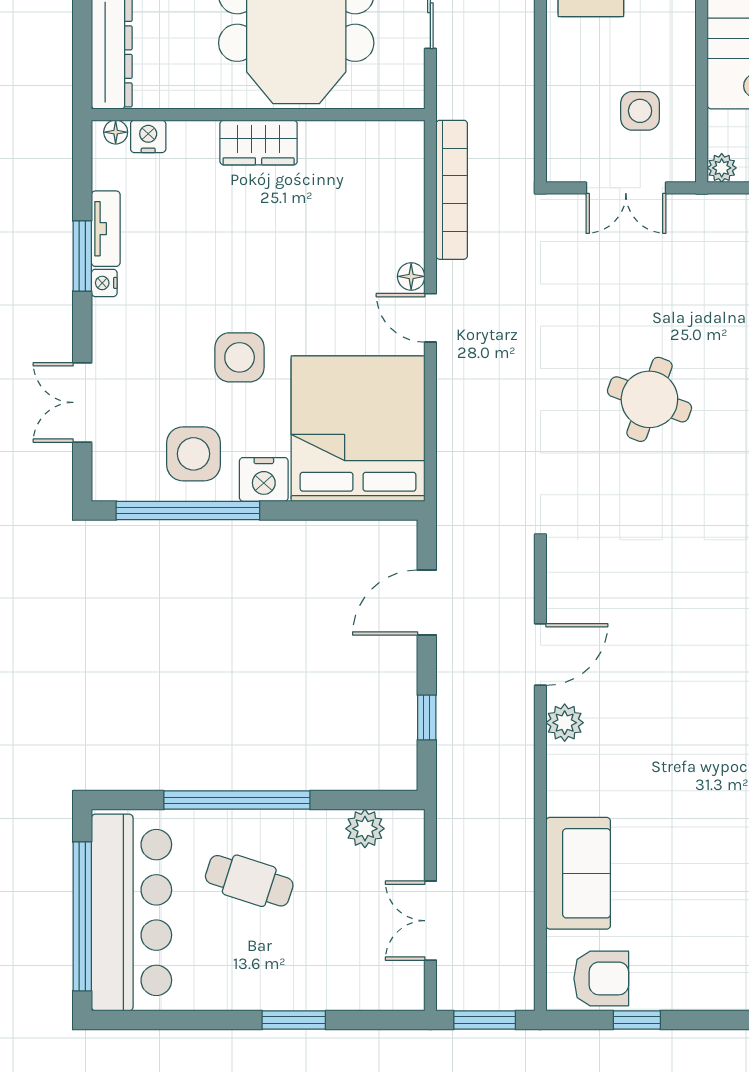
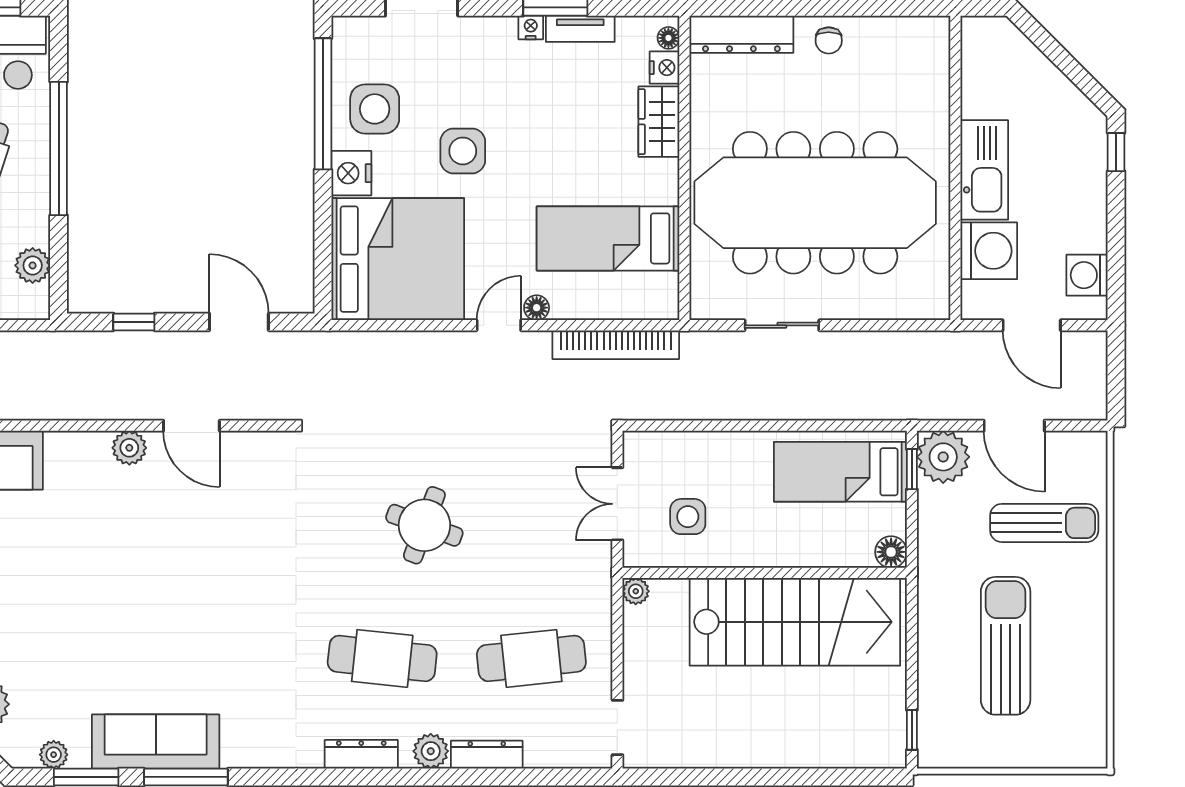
wardrobe: (259, 143) -> (659, 122), moved
bed: (335, 198) -> (608, 238), added

